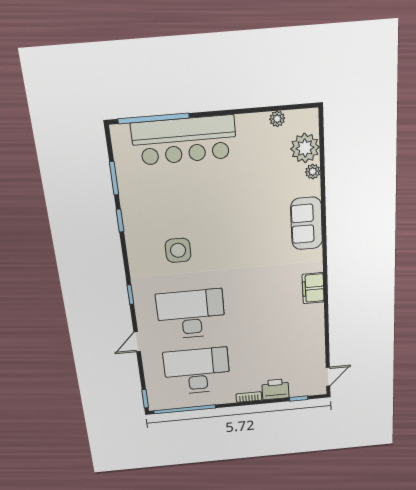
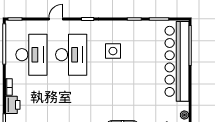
bar counter: (184, 140) -> (177, 61), width x1.36
door: (137, 342) -> (56, 19), hinge flipped

